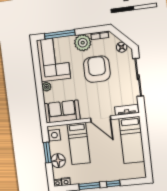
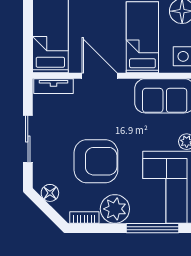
armchair: (97, 69) -> (96, 161), turned -90
sliding door: (138, 77) -> (28, 139), width x0.73

